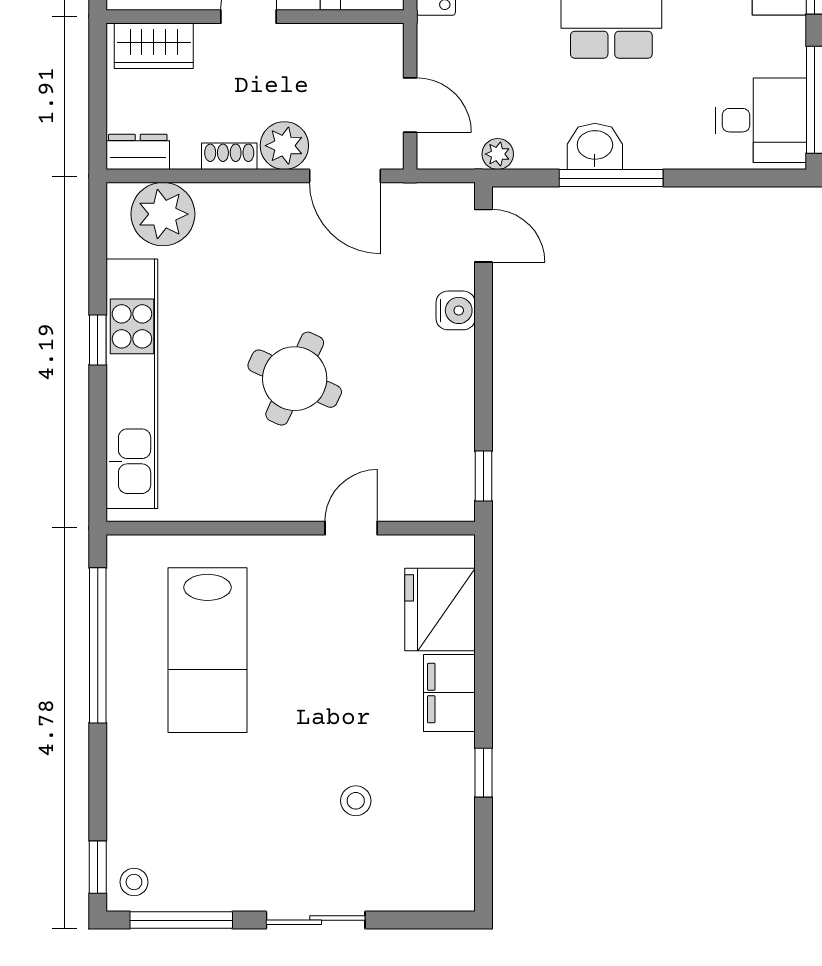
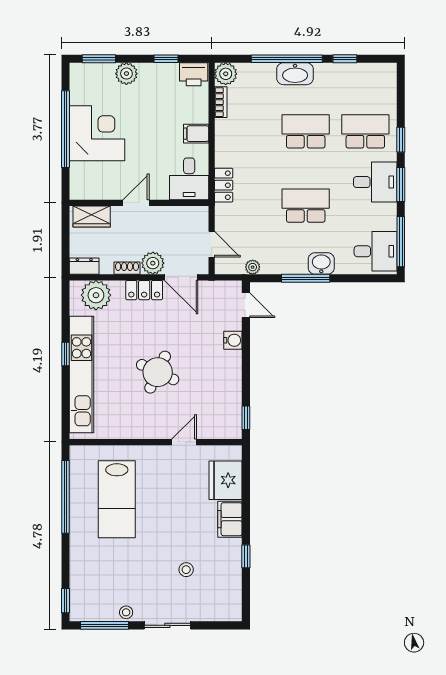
washbasin: (595, 146) -> (321, 263), moved
locker: (266, 203) -> (144, 290), added
stool: (134, 882) -> (126, 612), moved

